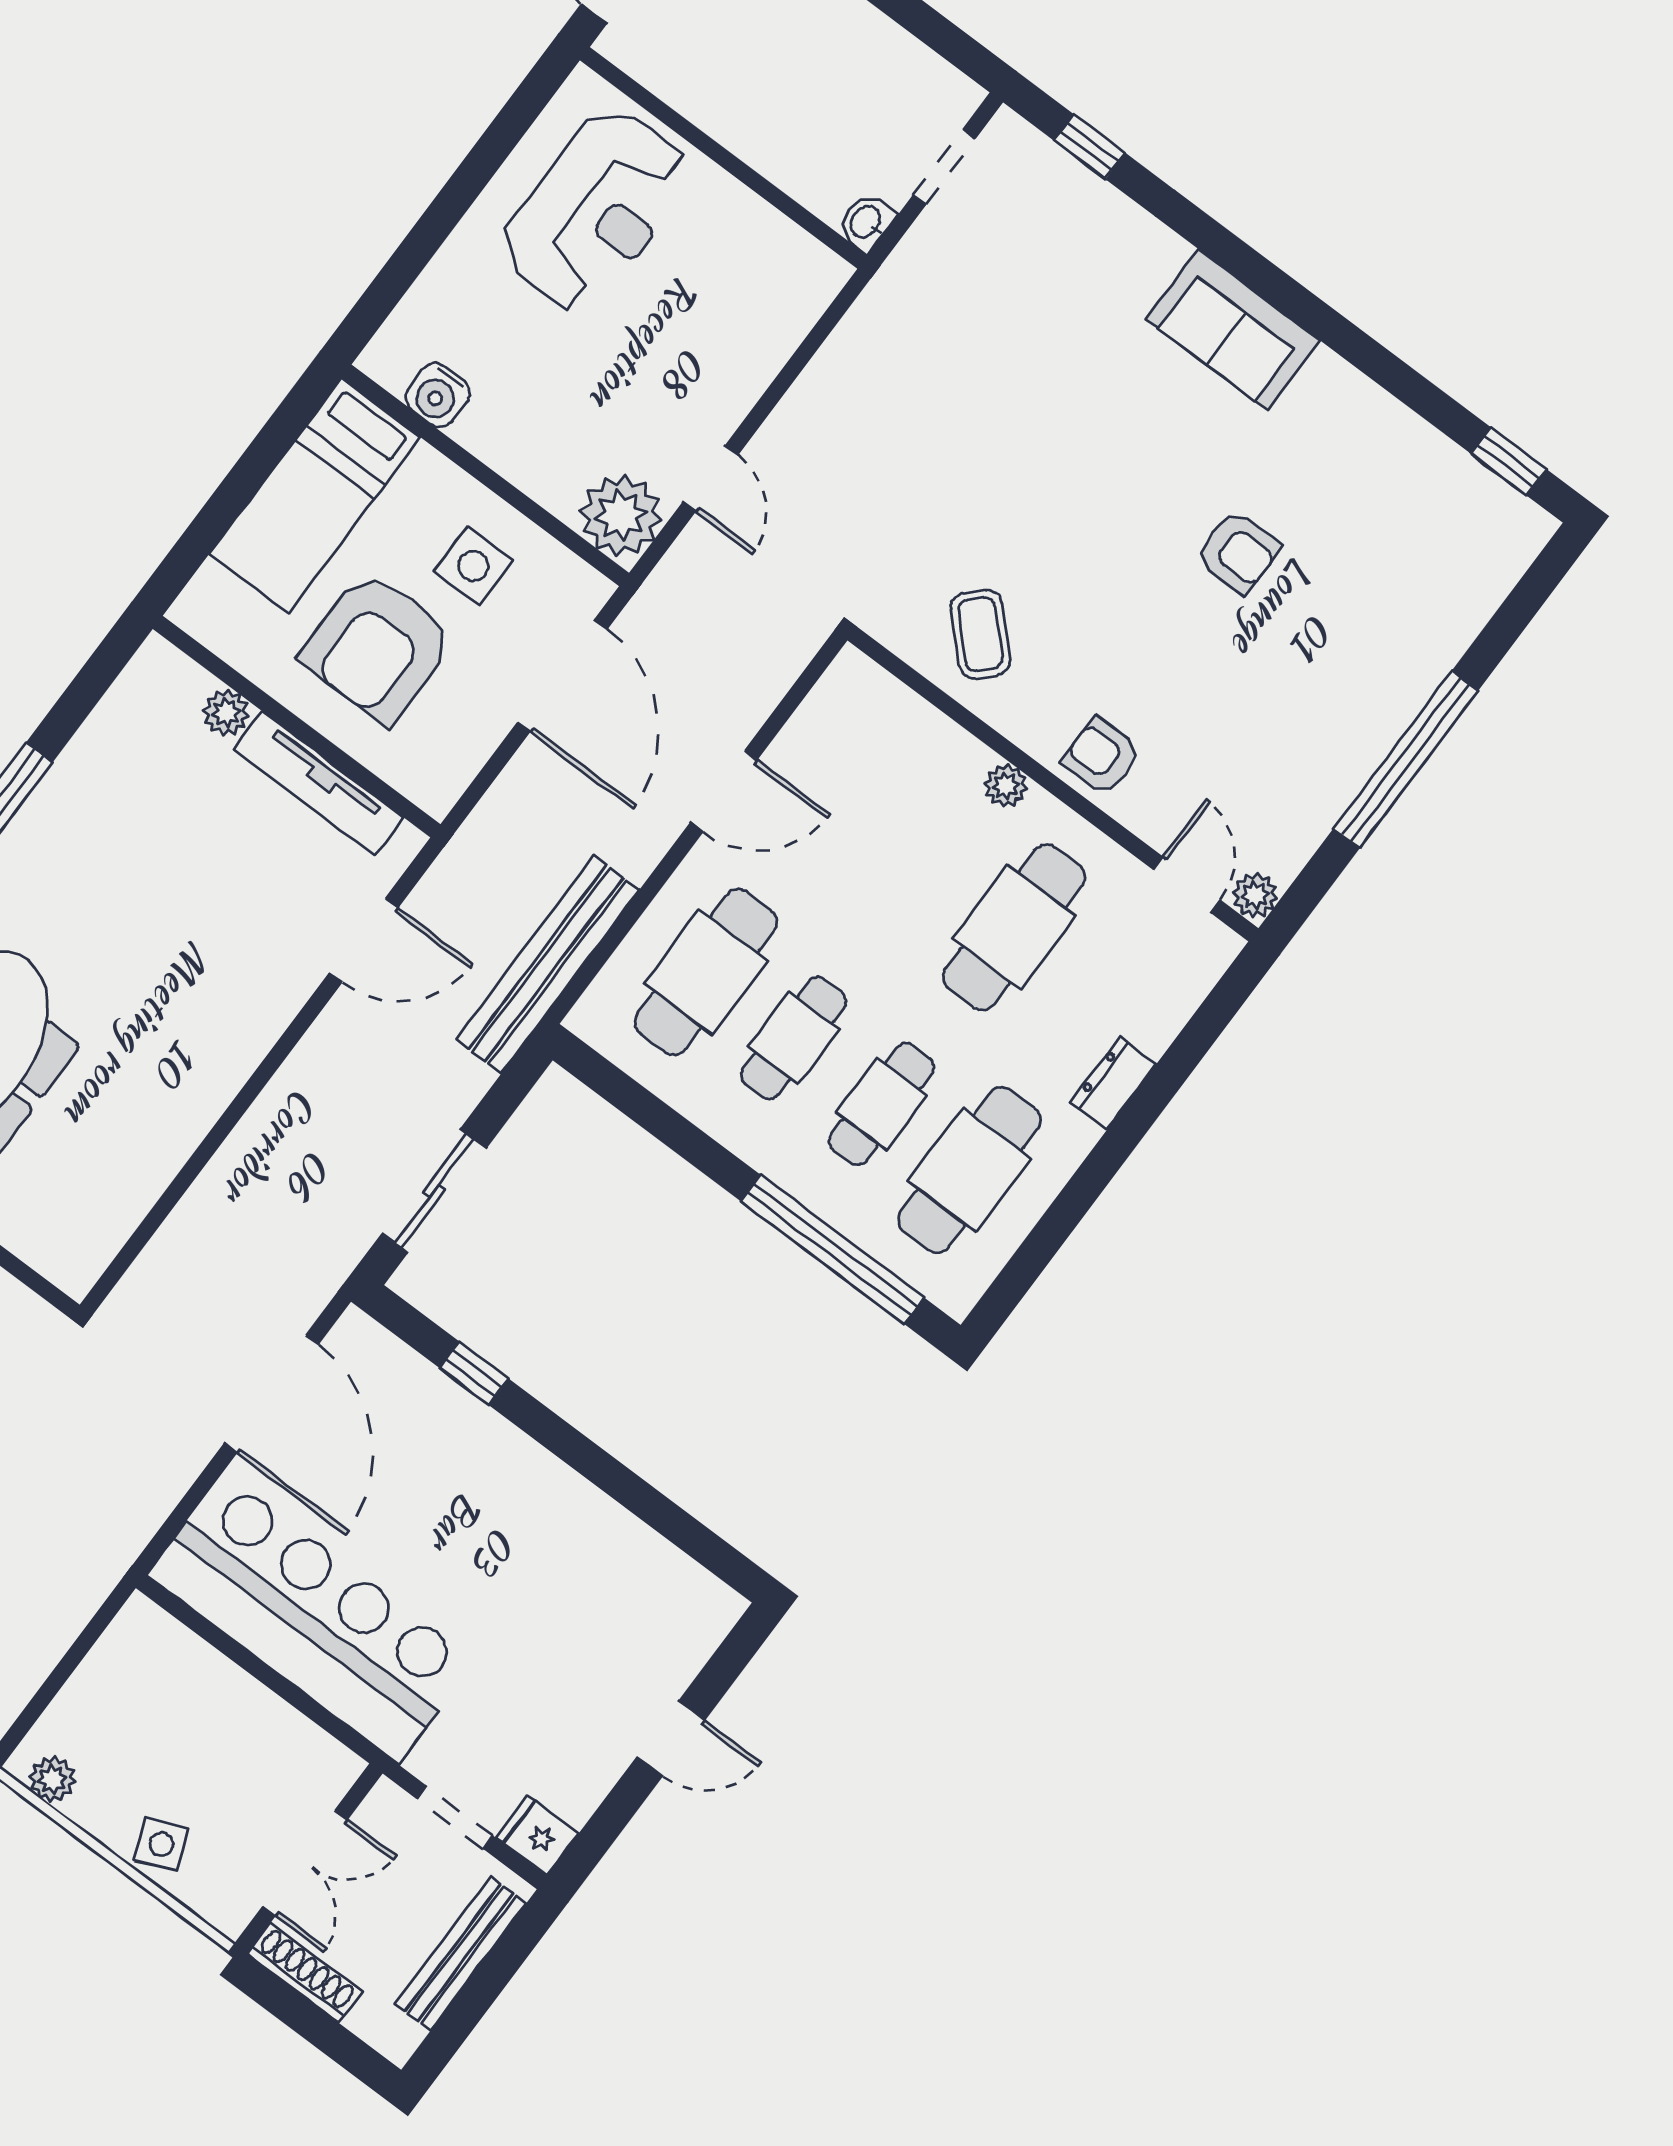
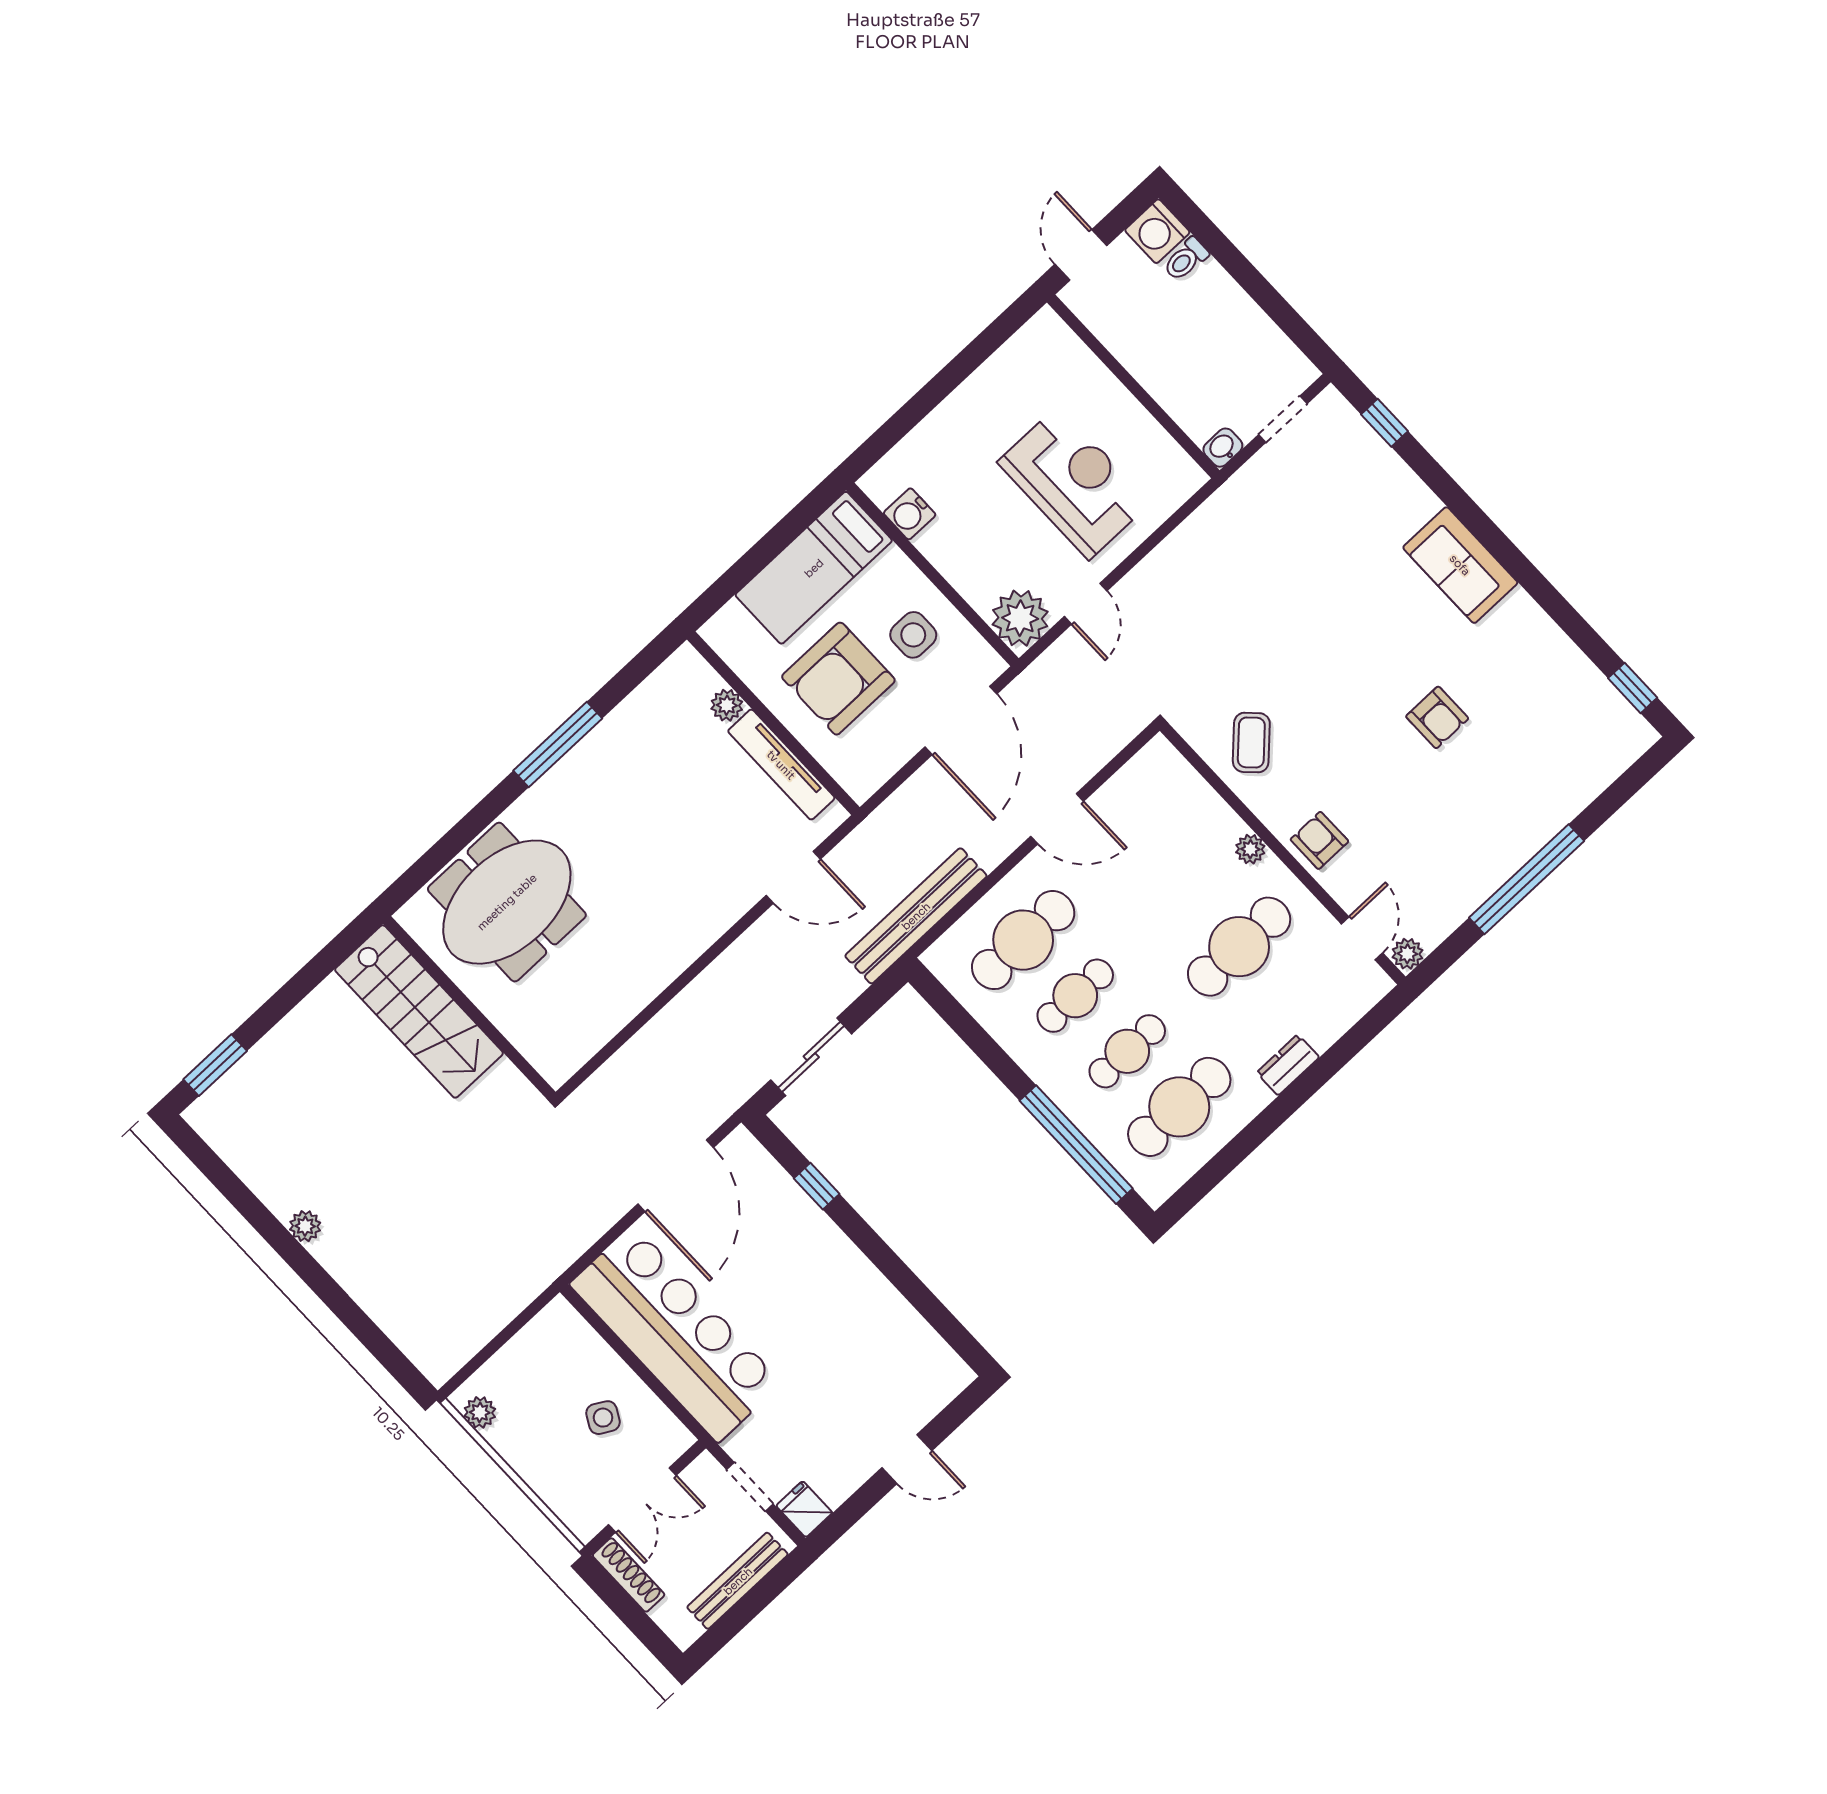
reception desk: (595, 210) -> (1074, 483), moved, turned -90
side table: (161, 1844) -> (603, 1418), moved, turned -38

